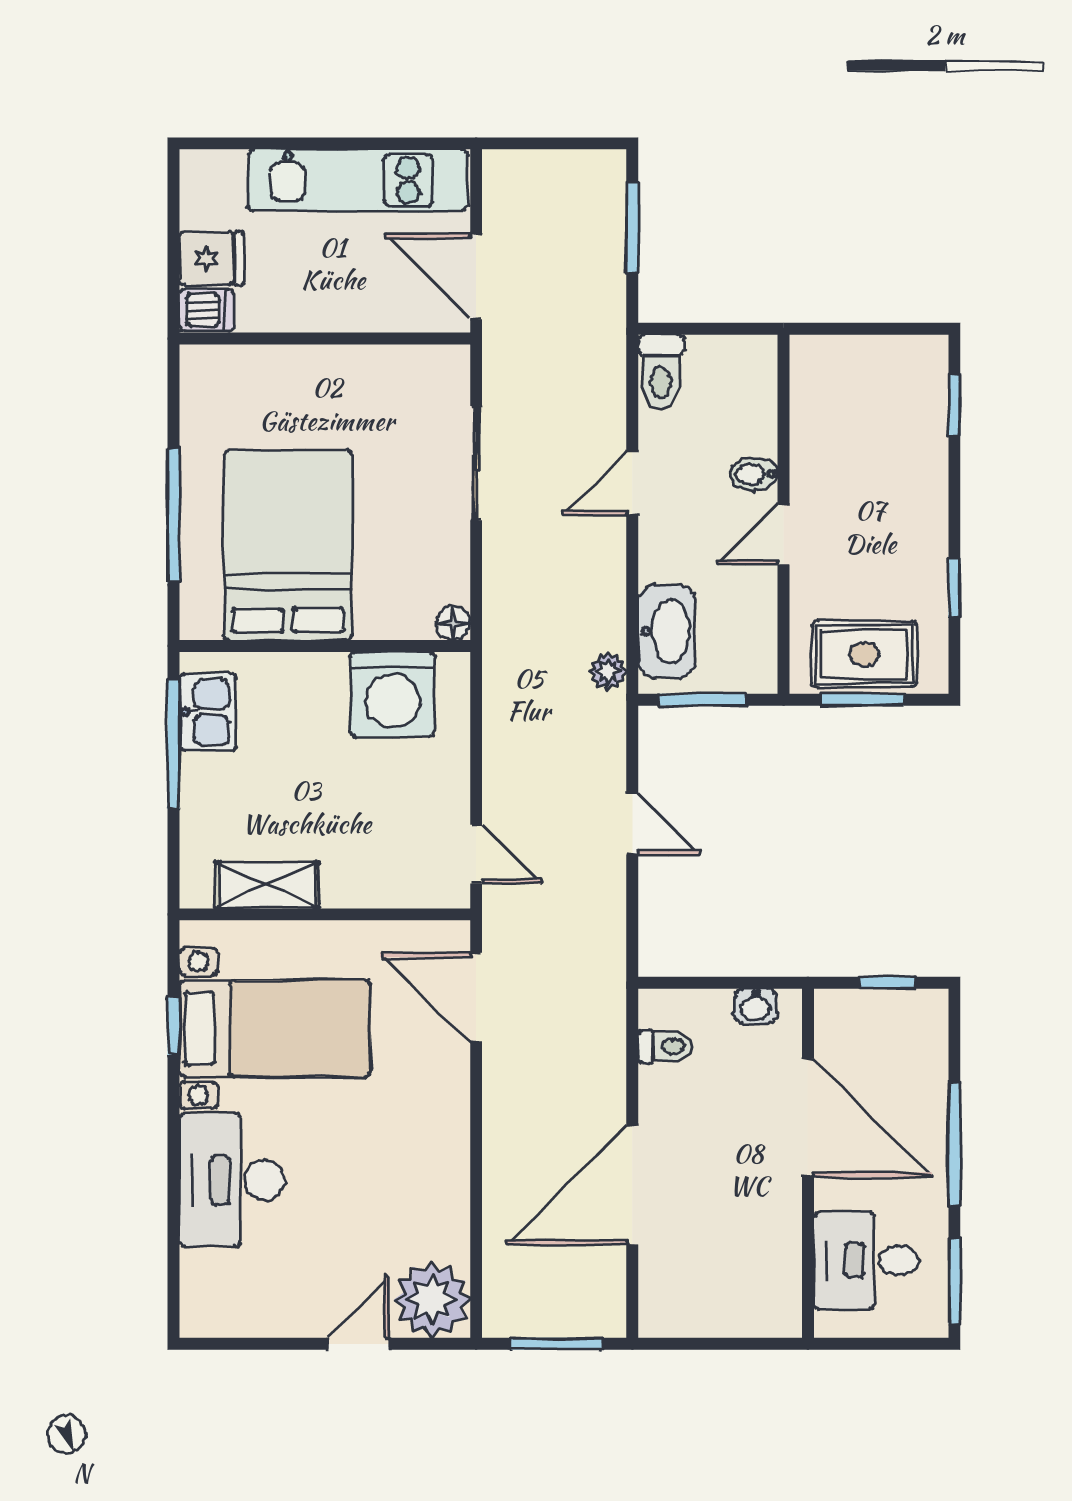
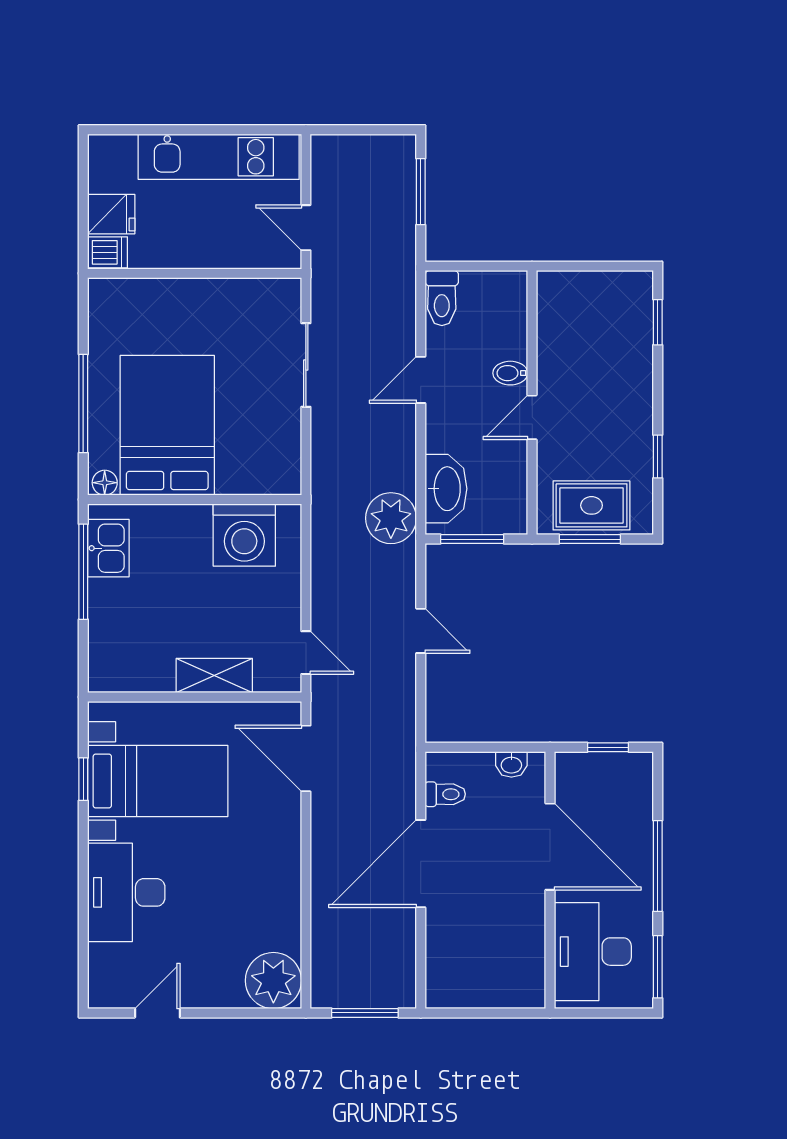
door: (476, 277) -> (306, 228), width x0.73
floor lamp: (453, 623) -> (105, 483), moved
plant: (608, 671) -> (391, 518), width x1.87, depth x1.87
shelving: (267, 885) -> (214, 676), moved
door: (632, 1185) -> (421, 864), moved
desk: (866, 1260) -> (593, 952), width x1.37
door: (358, 1344) -> (157, 1013), moved

